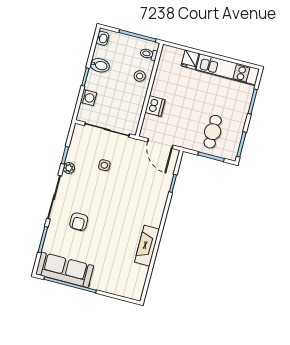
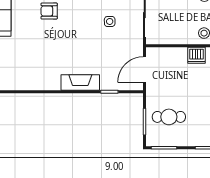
dishwasher: (155, 106) -> (197, 55), moved
fireplace: (147, 246) -> (80, 82), moved

